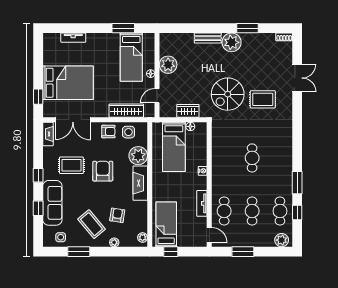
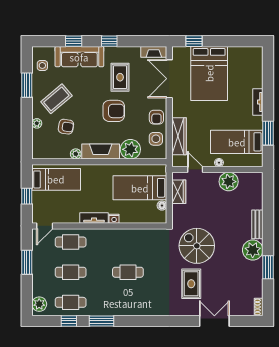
tv unit: (73, 38) -> (258, 102), moved
double door: (297, 78) -> (214, 321), swing flipped
wardrobe: (188, 111) -> (179, 192), moved
tv unit: (202, 203) -> (94, 218), moved
plant: (143, 238) -> (76, 154), moved
window: (171, 252) -> (27, 196), moved

